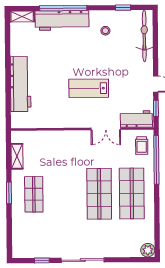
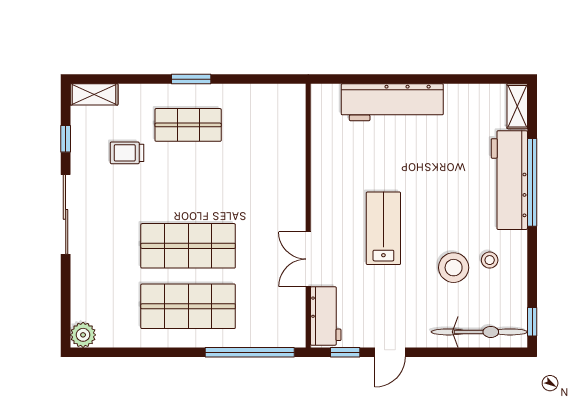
window: (123, 8) -> (532, 322), moved
stool: (110, 50) -> (454, 268), added
trolley: (142, 146) -> (127, 153), moved
shelving: (17, 156) -> (94, 94), moved

